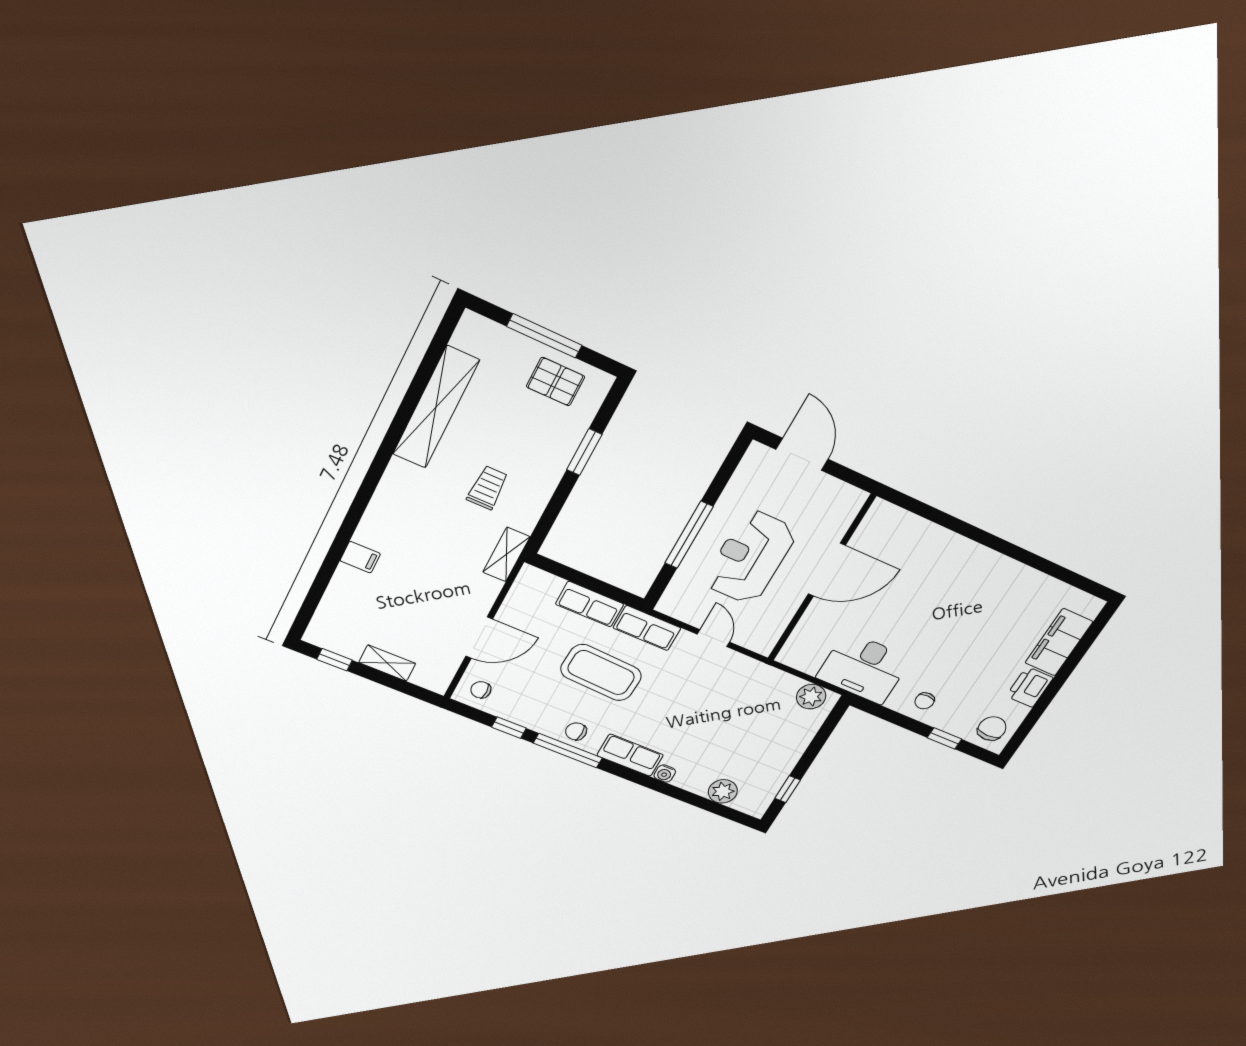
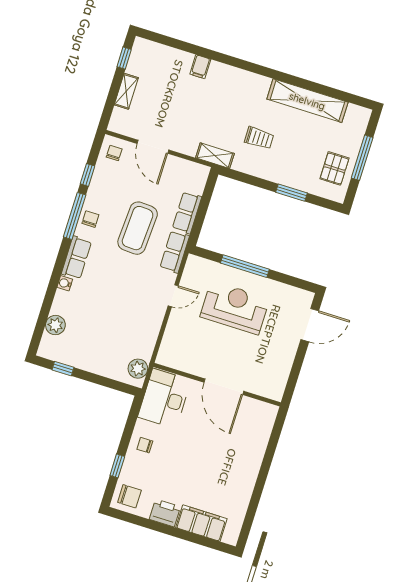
door: (827, 570) -> (224, 387), moved
wall: (821, 579) -> (217, 385), moved

